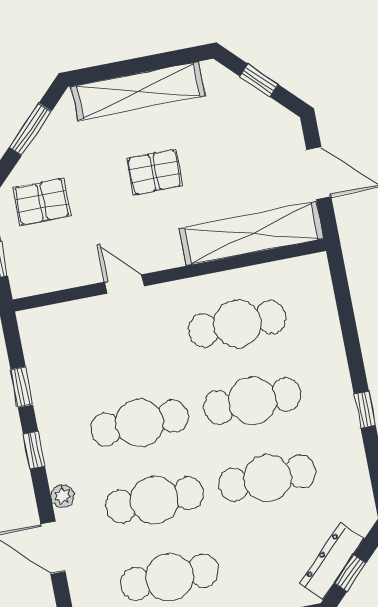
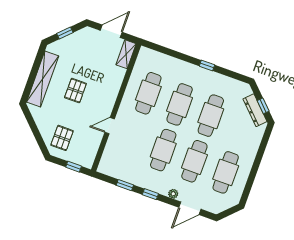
window: (30, 129) -> (33, 126), removed
shelving: (252, 234) -> (126, 54), width x0.45, depth x0.75

